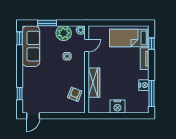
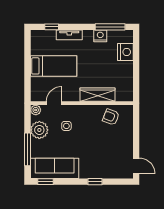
window: (47, 23) -> (27, 149), width x1.44
bed: (129, 38) -> (54, 66), moved, turned -90
door: (87, 46) -> (54, 103), hinge flipped
window: (20, 94) -> (95, 182), moved
nightstand: (117, 107) -> (125, 52), moved

